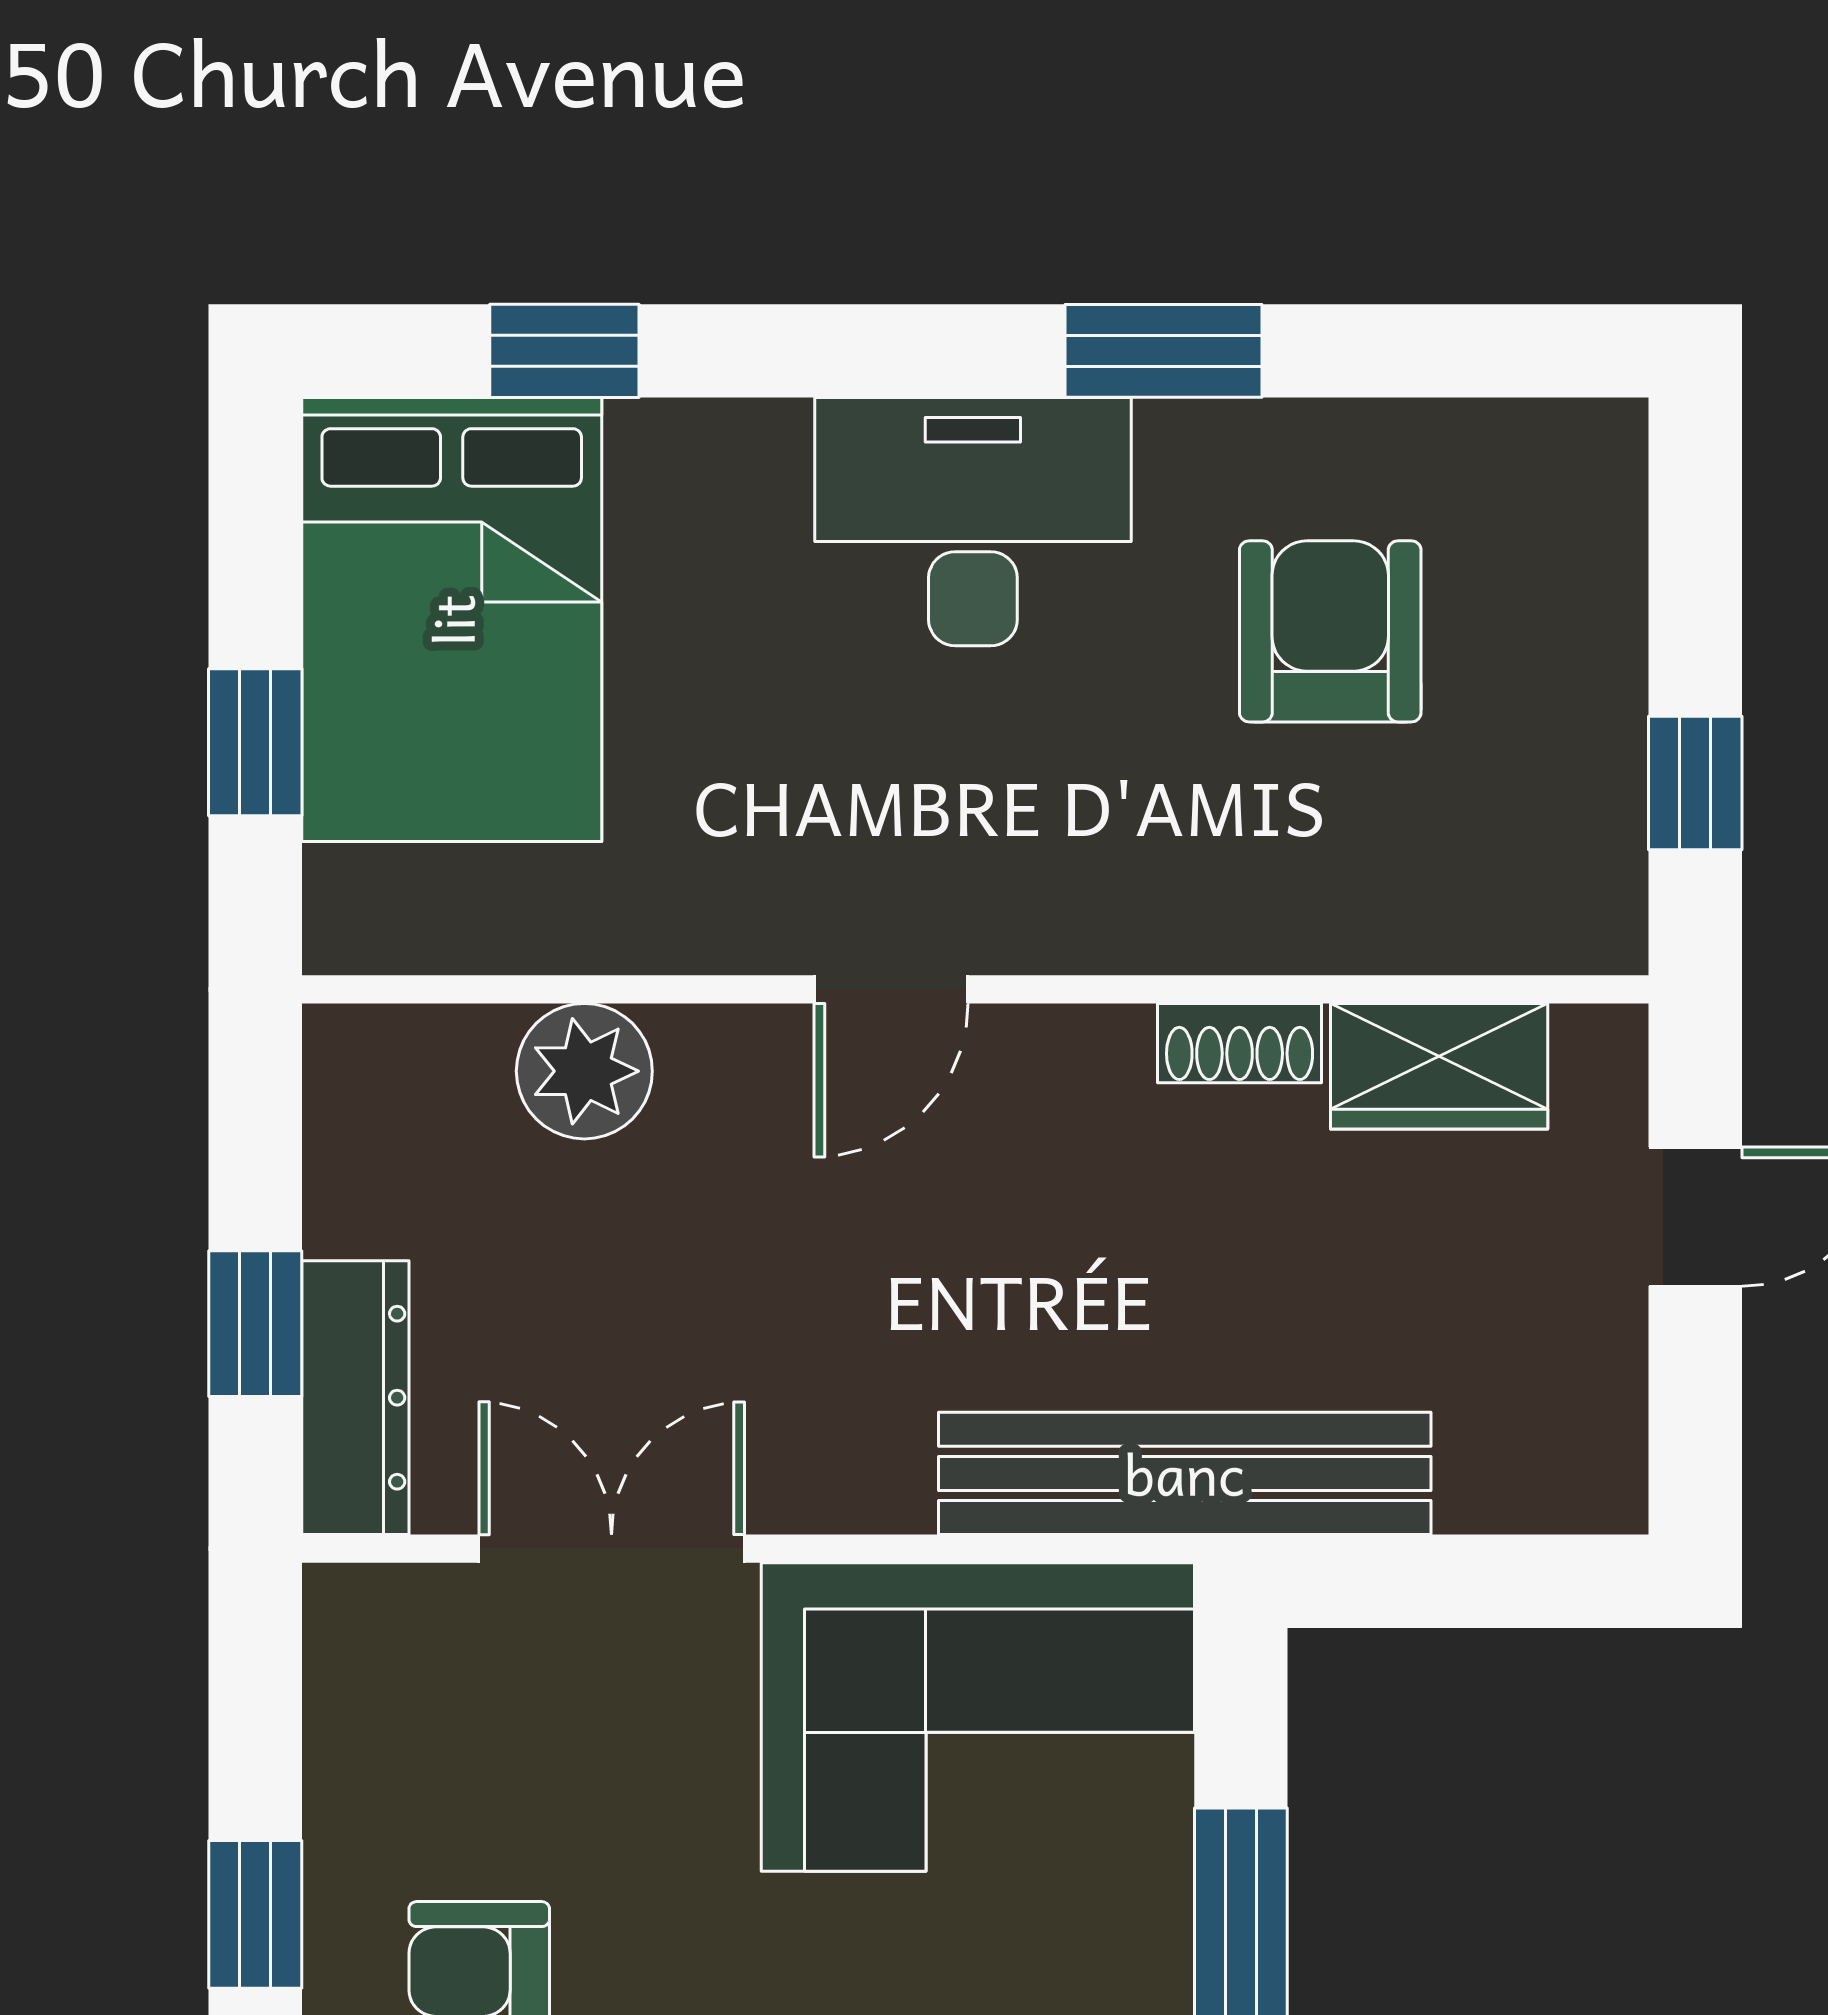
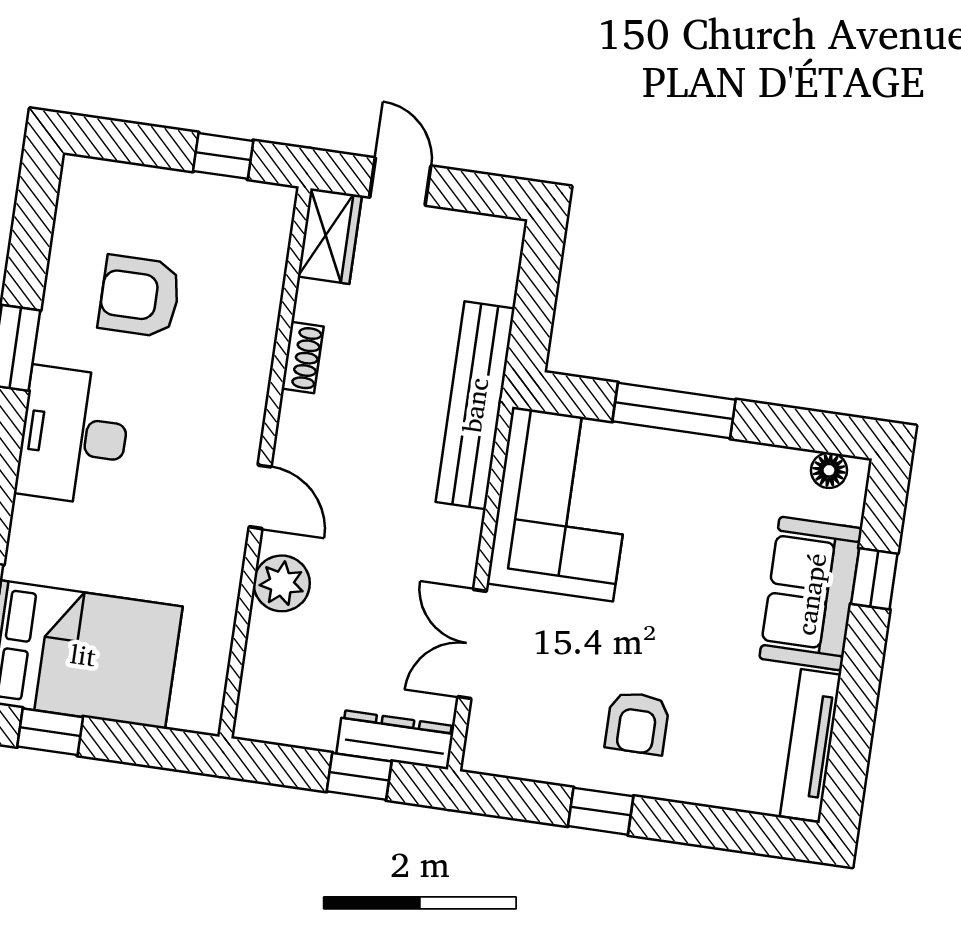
window: (255, 742) -> (50, 732), moved
wardrobe: (1439, 1066) -> (330, 236), moved
plant: (584, 1071) -> (282, 583), moved

